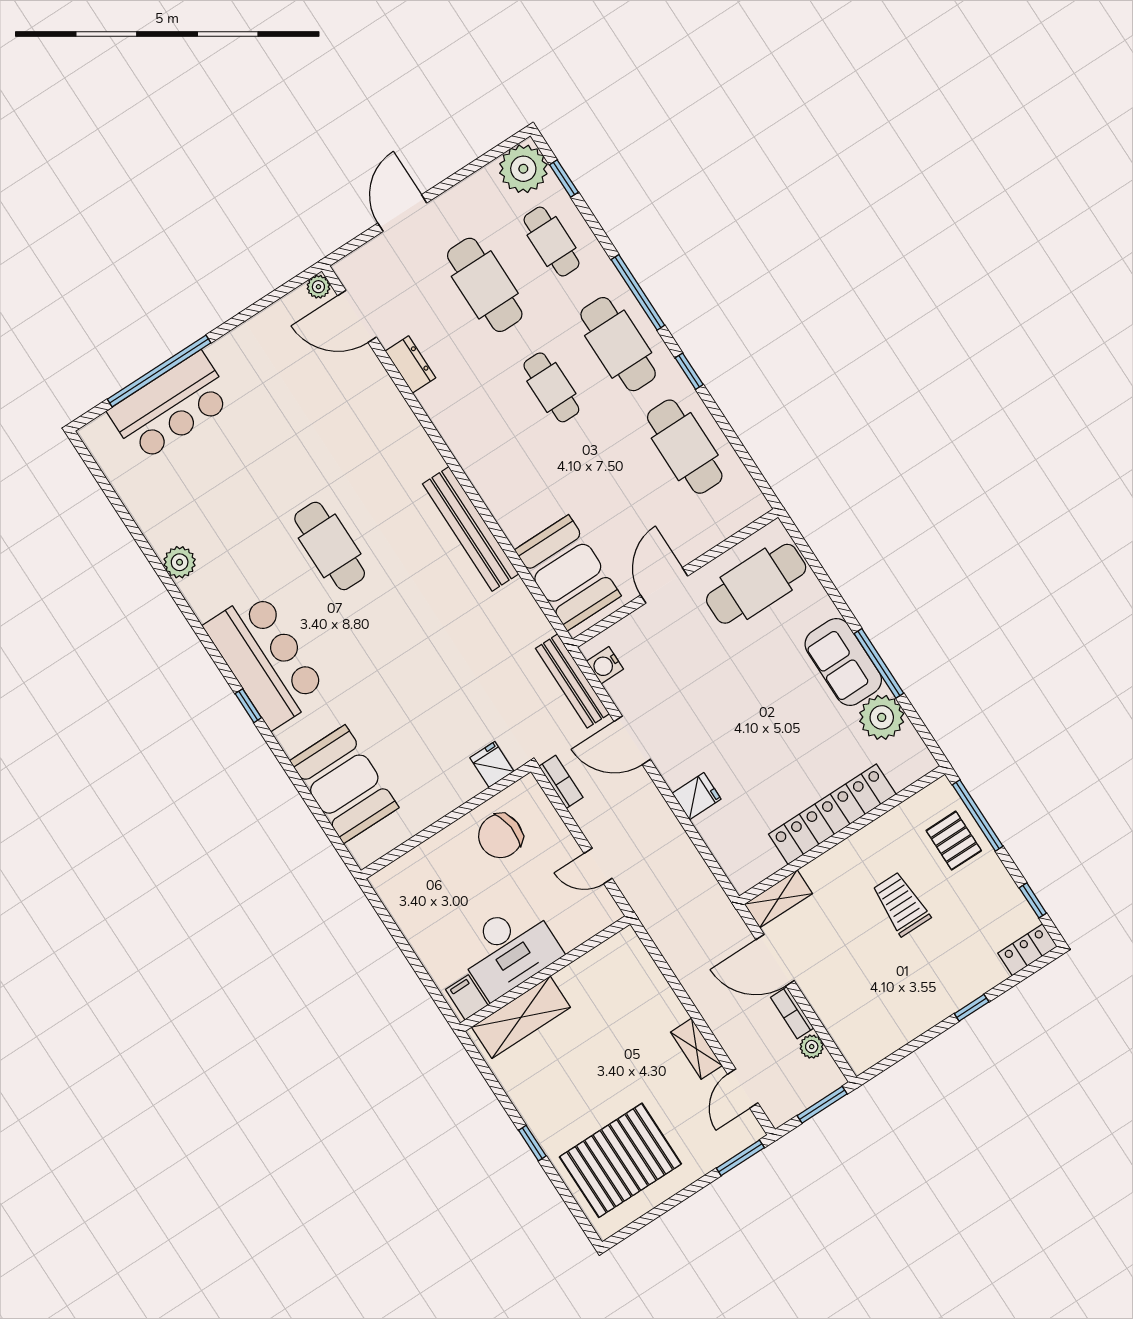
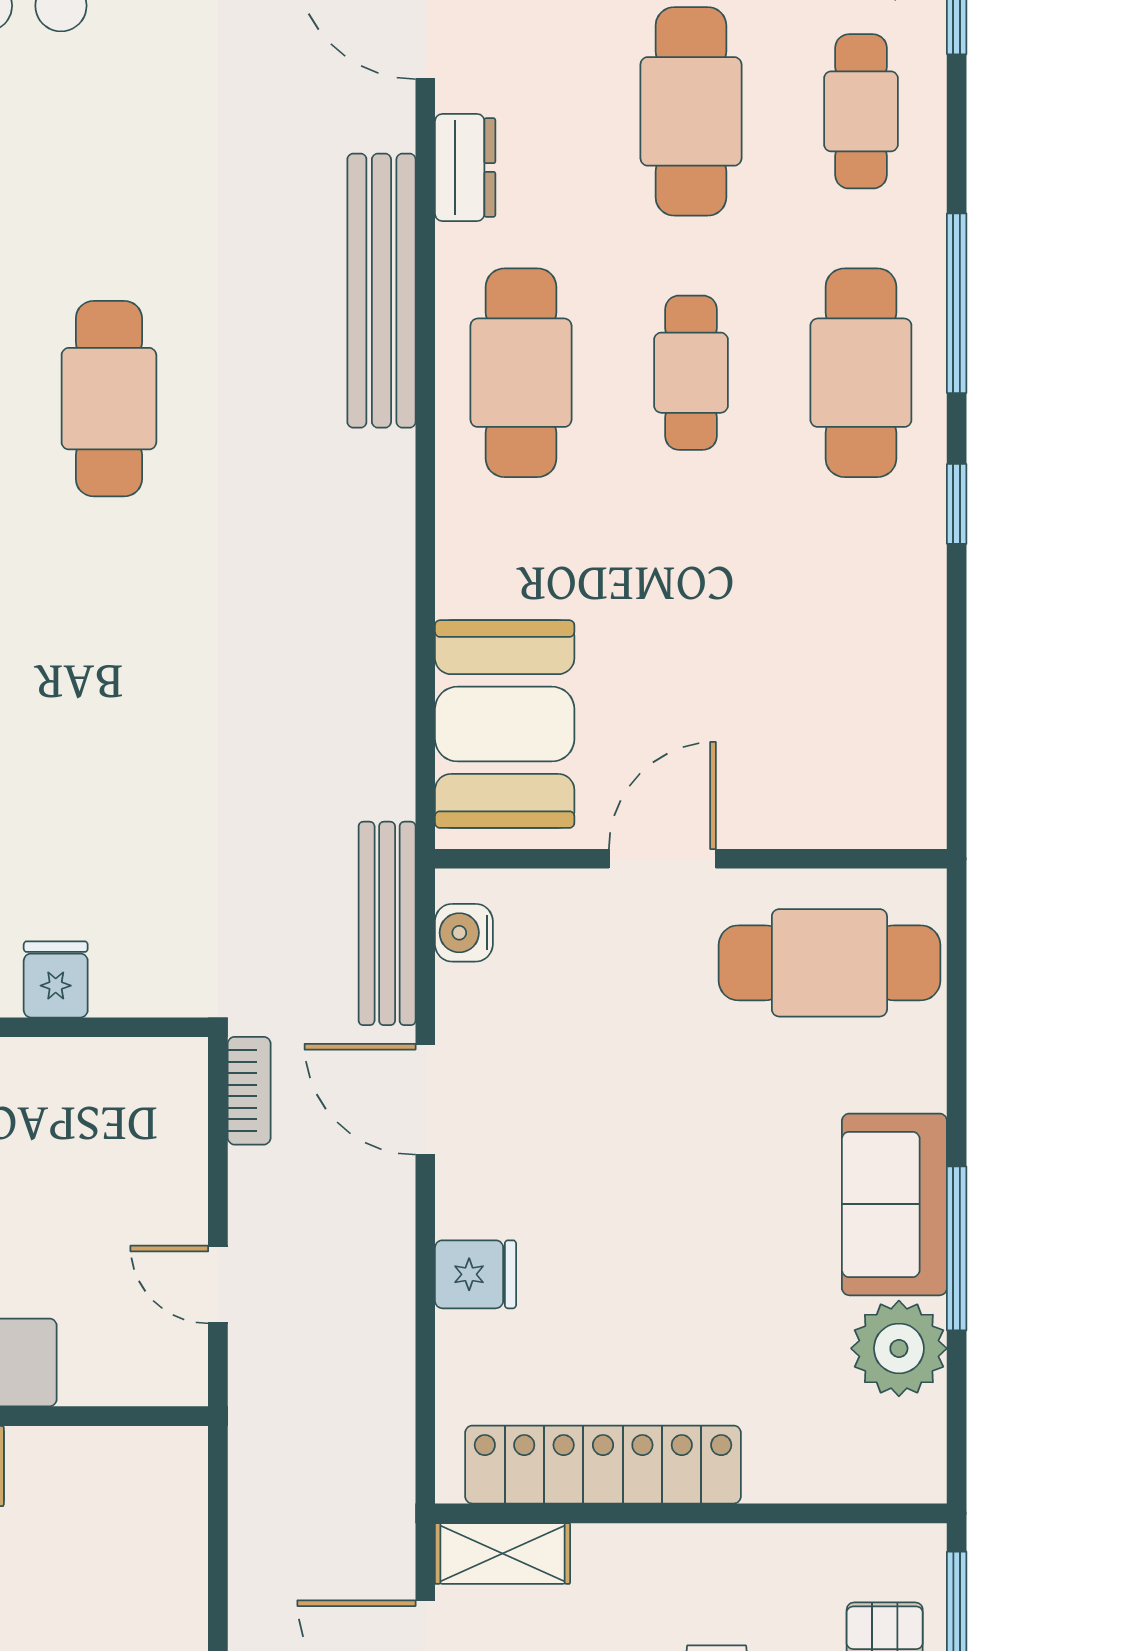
cafe table: (685, 447) -> (521, 373), moved
bench: (471, 529) -> (381, 291), moved
fridge: (492, 765) -> (56, 979), moved
locker: (832, 814) -> (603, 1465), moved
chair: (500, 836) -> (78, 1117), removed

